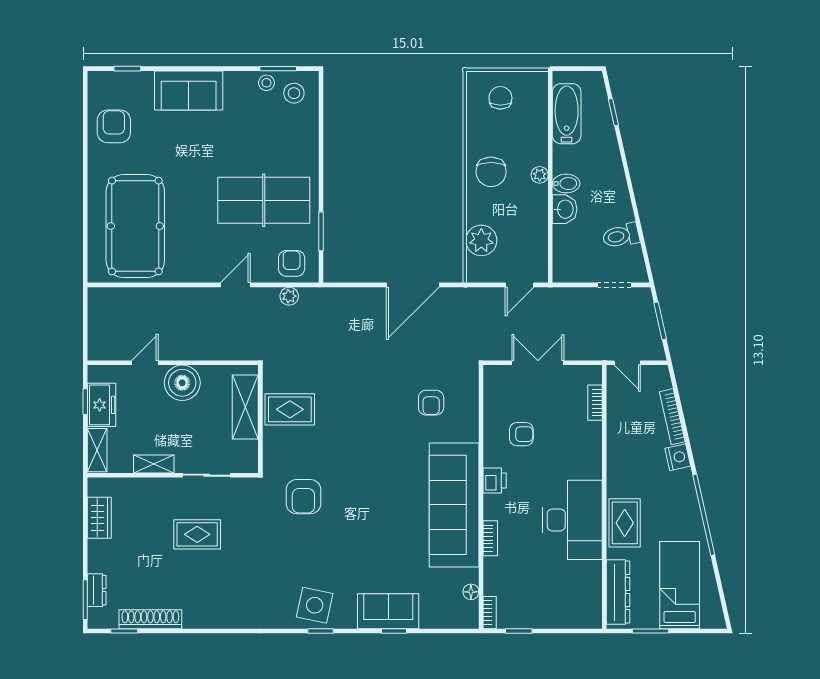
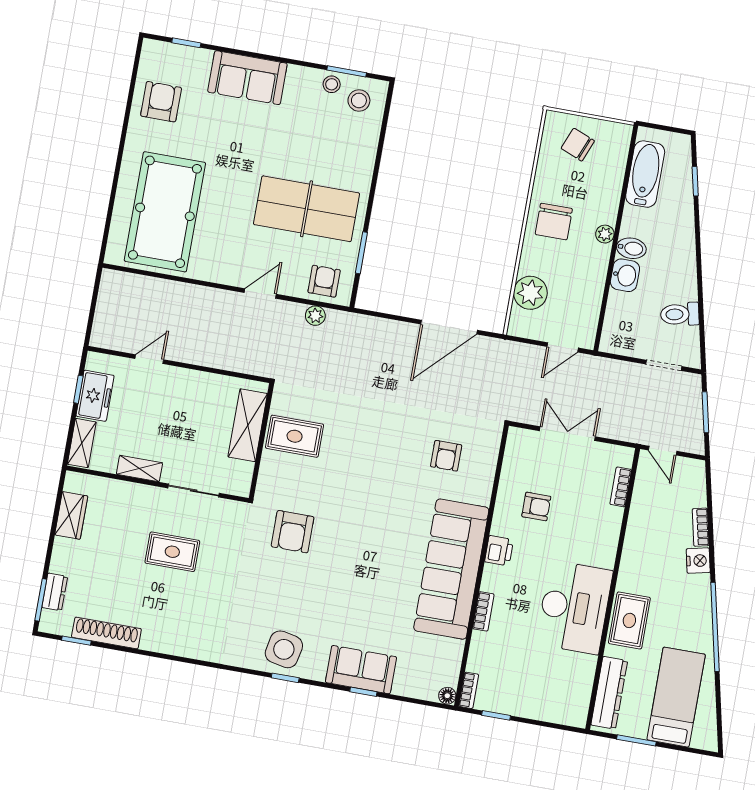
chair: (500, 98) -> (578, 145), turned -68
boiler: (182, 383) -> (185, 388), removed
bookcase: (672, 417) -> (701, 527), width x0.64
floor lamp: (471, 592) -> (447, 696), moved

